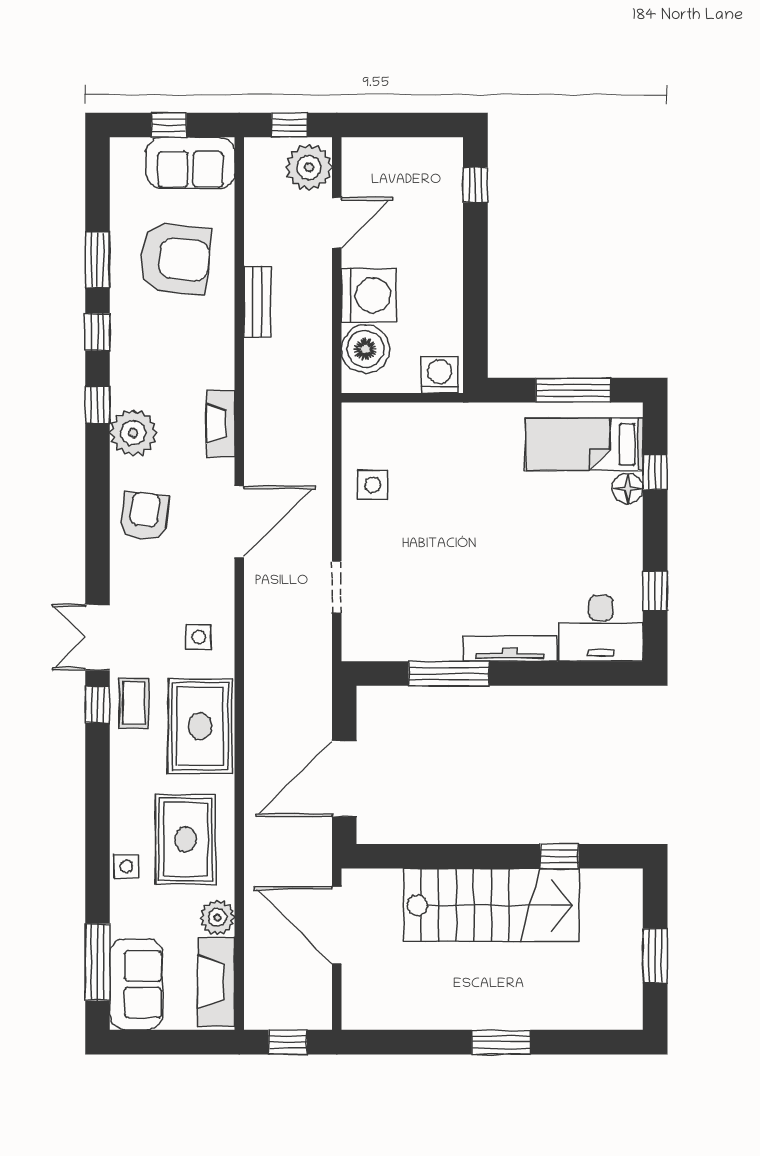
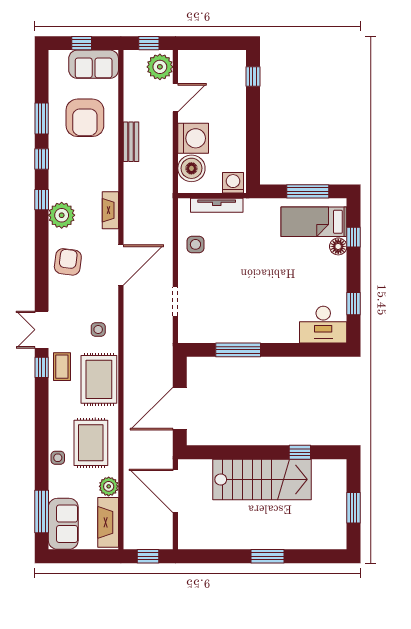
armchair: (175, 259) -> (85, 118), turned 84
tv unit: (510, 649) -> (217, 205), moved, turned 180

